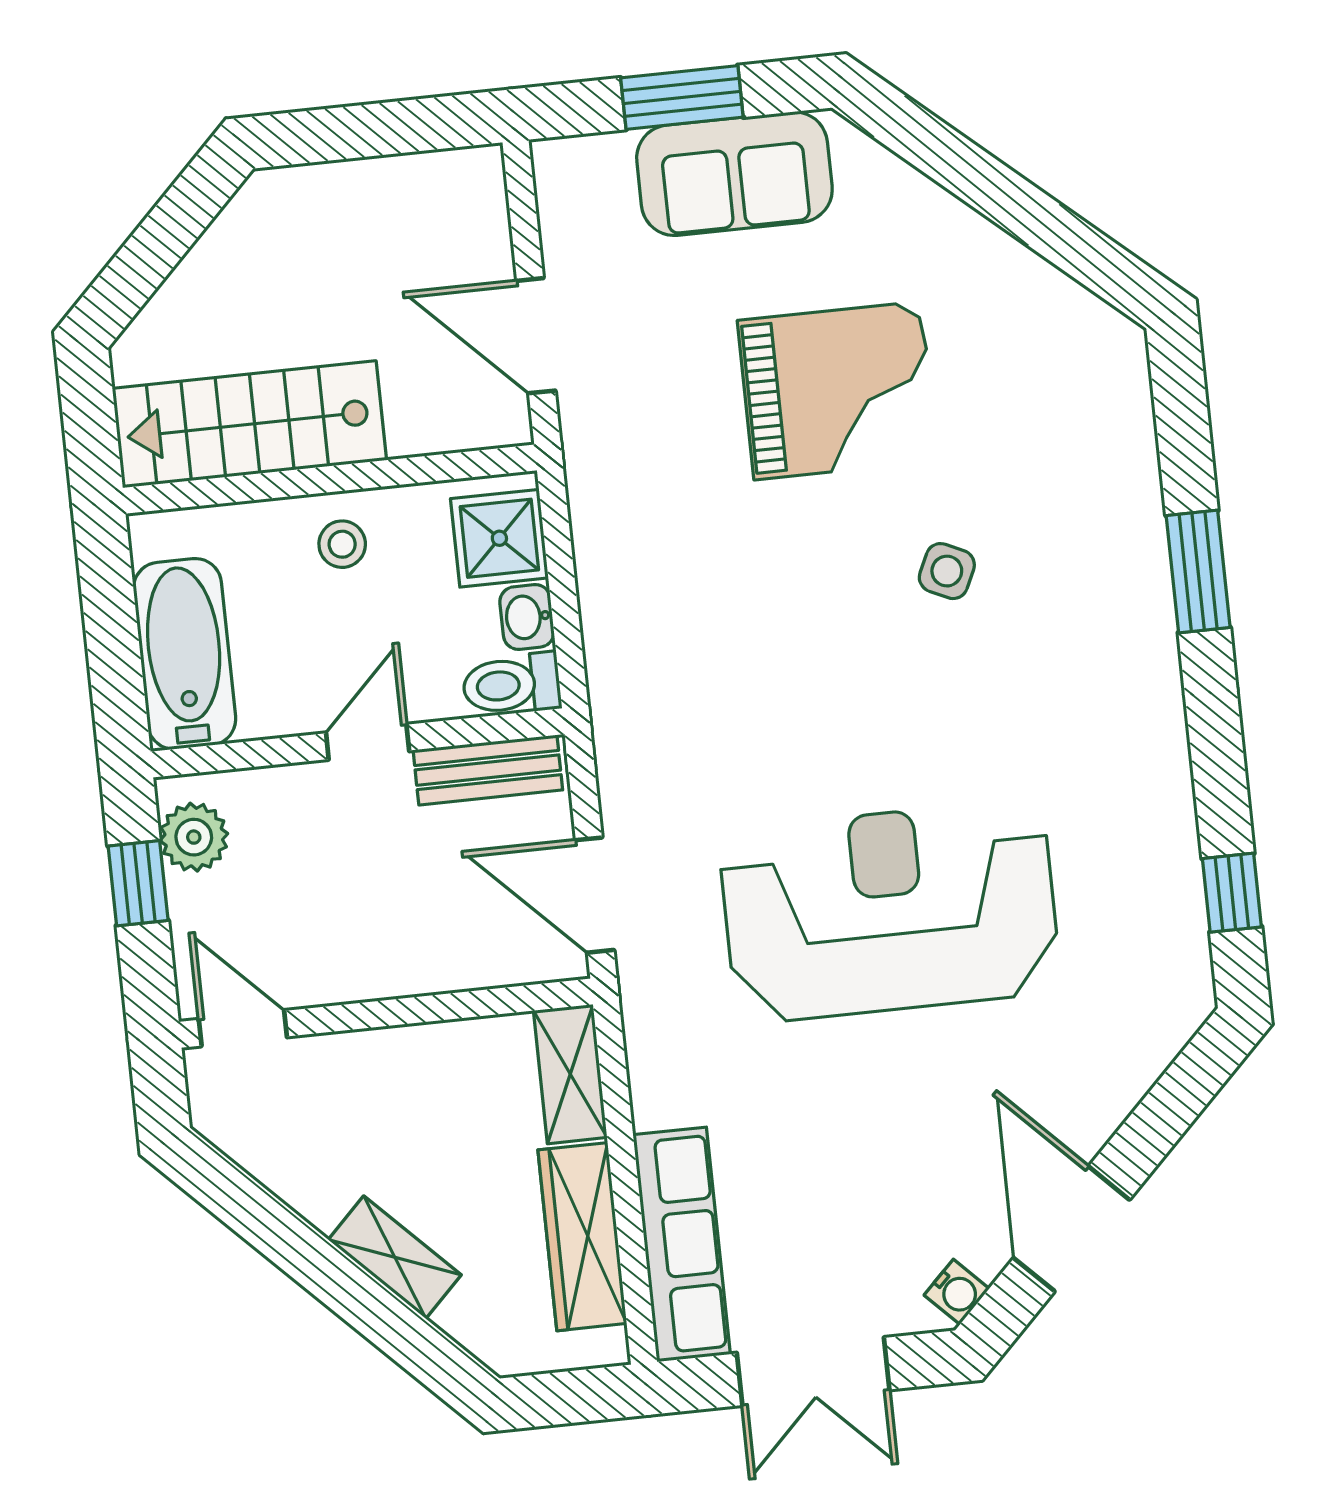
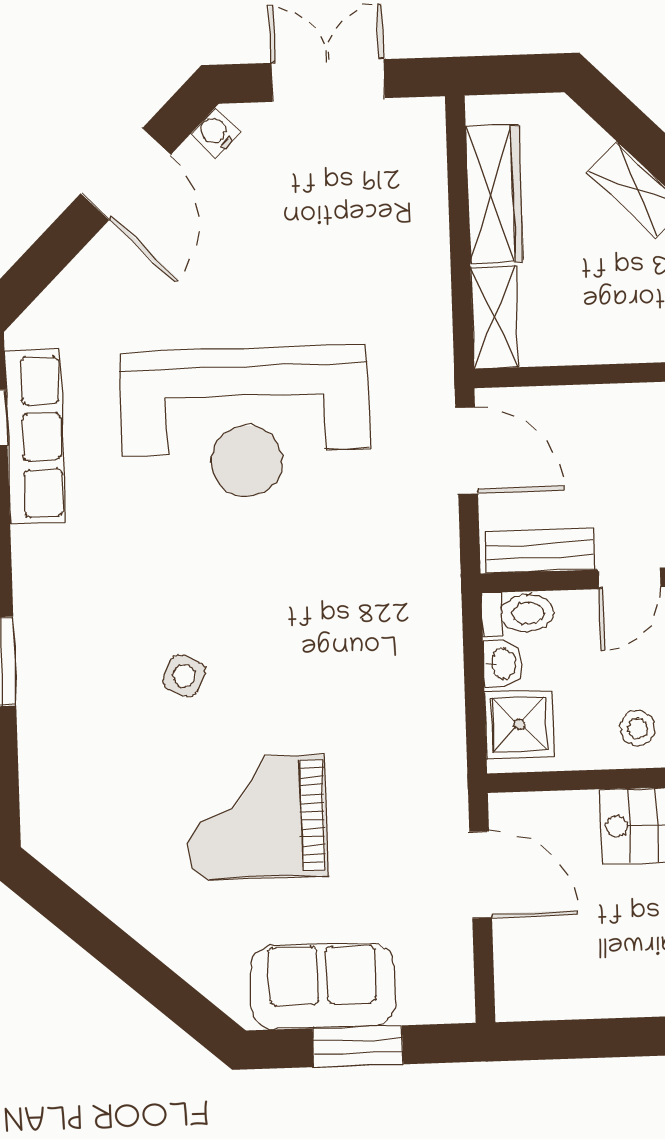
row of seats: (682, 1244) -> (35, 437), moved, turned 180

